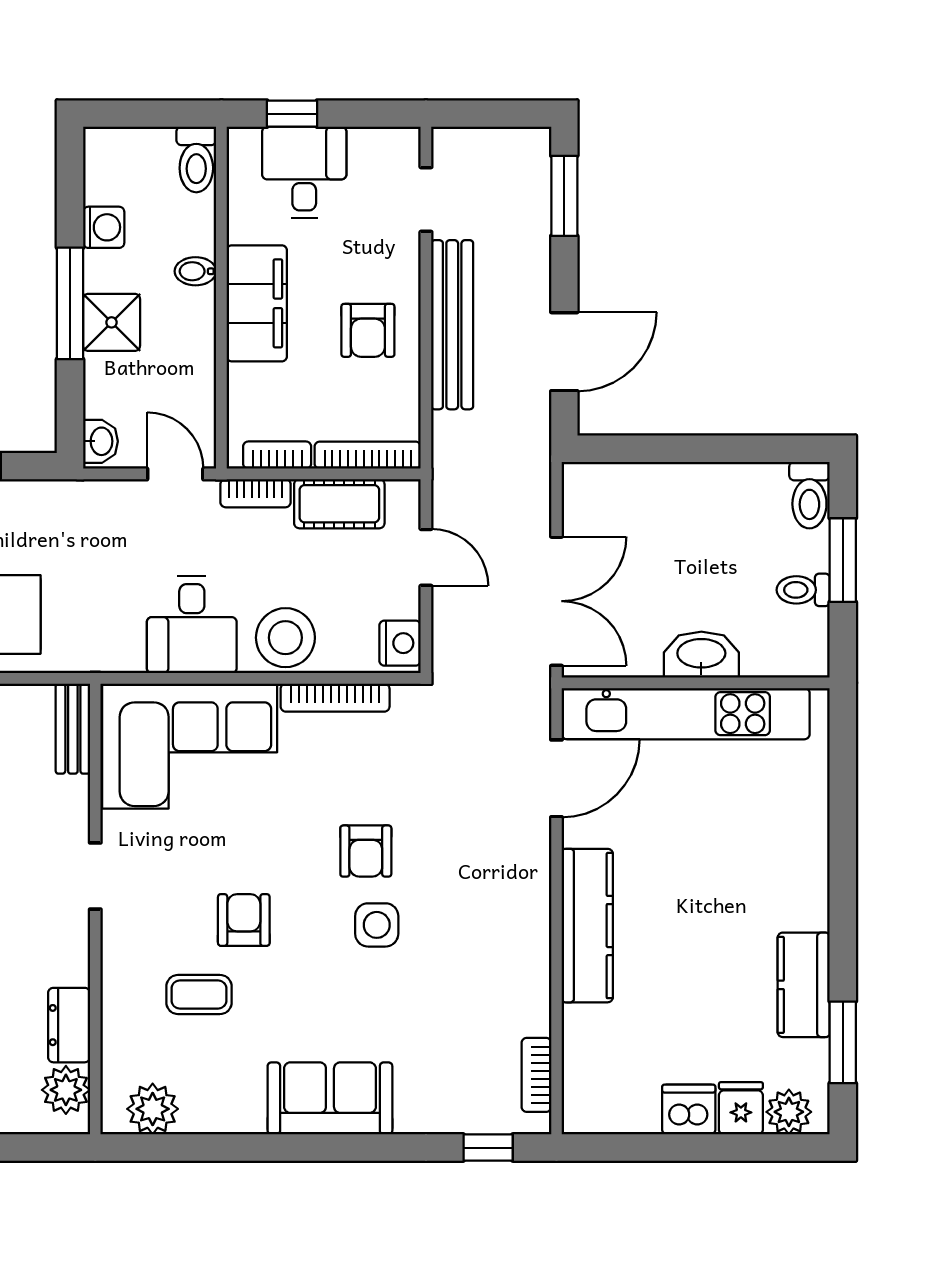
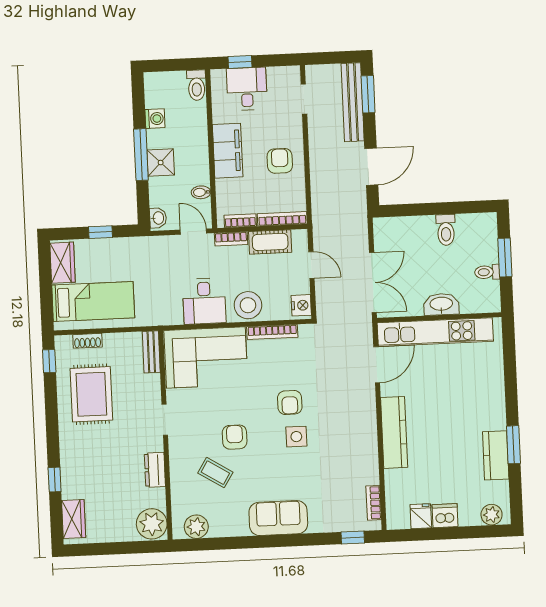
bidet: (195, 271) -> (201, 192), moved
bench: (452, 325) -> (353, 102), moved
armchair: (368, 330) -> (280, 161), turned 180
toilet: (809, 495) -> (446, 230), moved
coffee table: (199, 994) -> (215, 473), turned 32
dresser: (69, 1025) -> (155, 470), moved
window: (843, 1042) -> (513, 445), moved
plant: (66, 1090) -> (152, 524), width x1.36, depth x1.36
fridge: (741, 1108) -> (421, 516), moved

